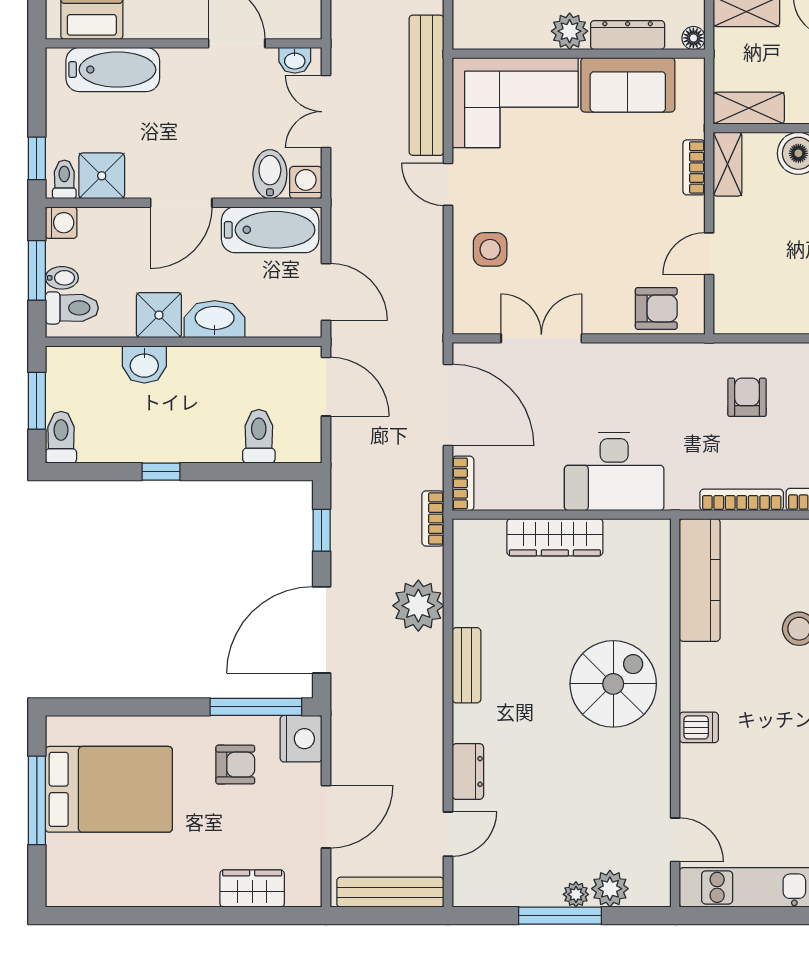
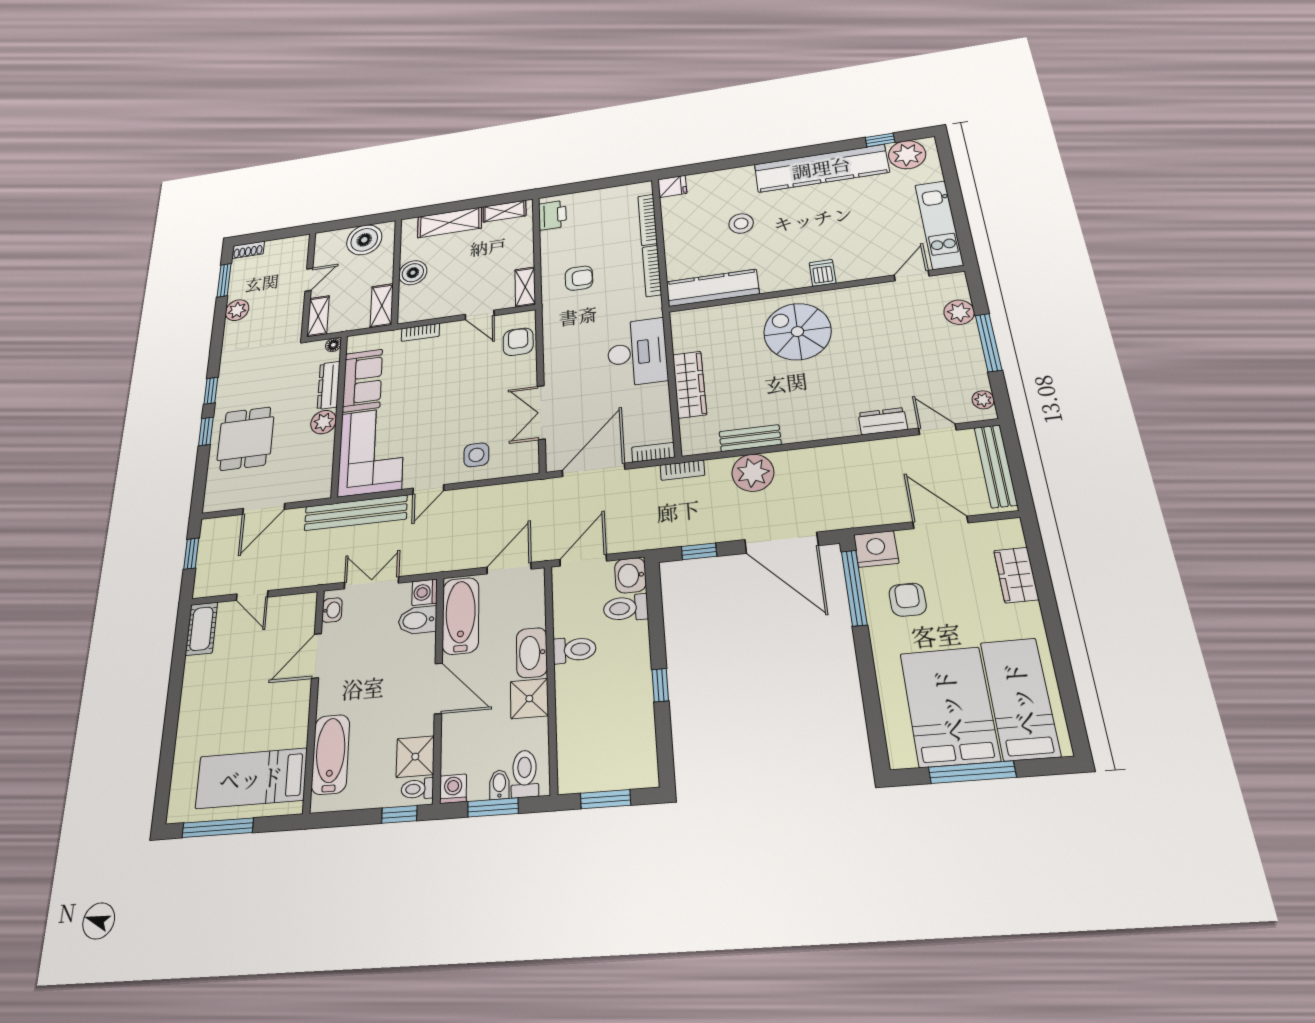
double door: (326, 112) -> (371, 583), swing flipped
shelving: (728, 164) -> (525, 287), moved, turned 90
washbasin: (144, 364) -> (630, 575), moved, turned 180
armchair: (747, 397) -> (579, 278), turned 180
toilet: (61, 437) -> (575, 650), moved, turned 180
bench: (466, 665) -> (750, 438), moved
bed: (111, 865) -> (1020, 699), added
plant: (576, 894) -> (983, 400), moved

